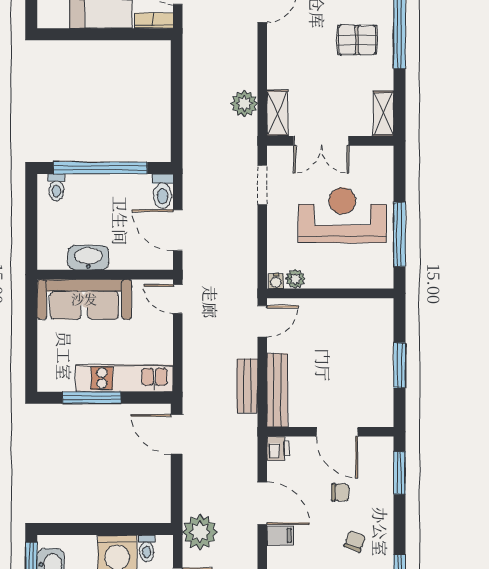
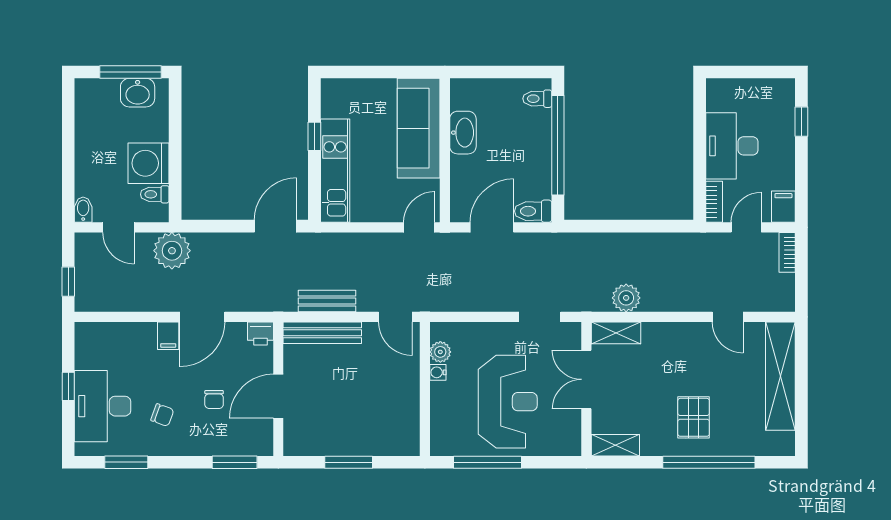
water cooler: (276, 281) -> (438, 372), moved
window: (92, 398) -> (314, 136), width x0.46

